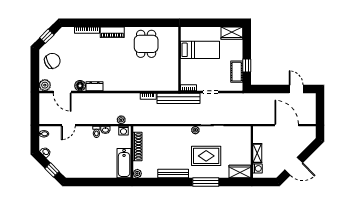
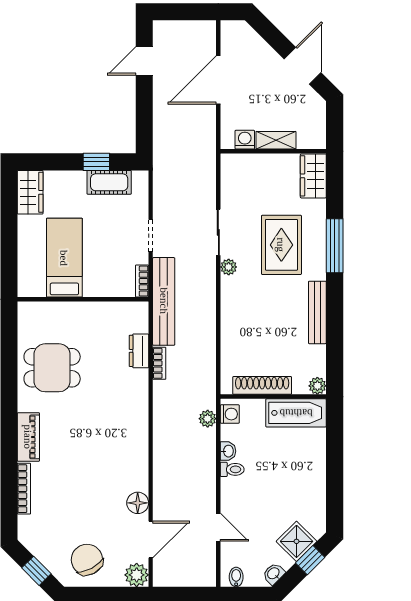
dresser: (94, 86) -> (139, 351), moved
shower: (61, 163) -> (297, 541), added
washing machine: (258, 168) -> (245, 140), moved

